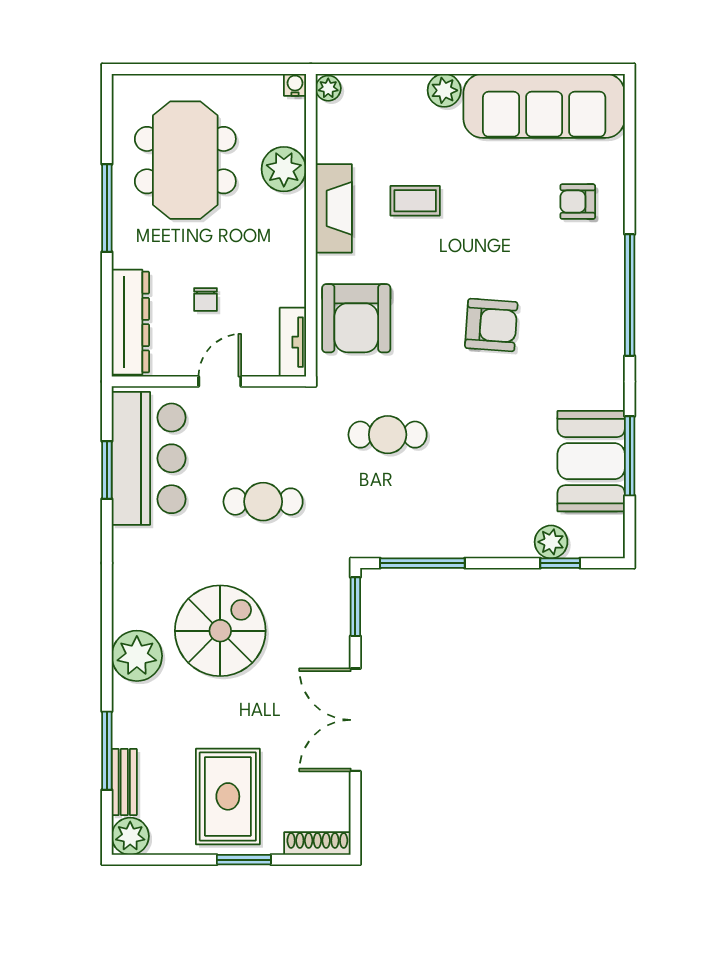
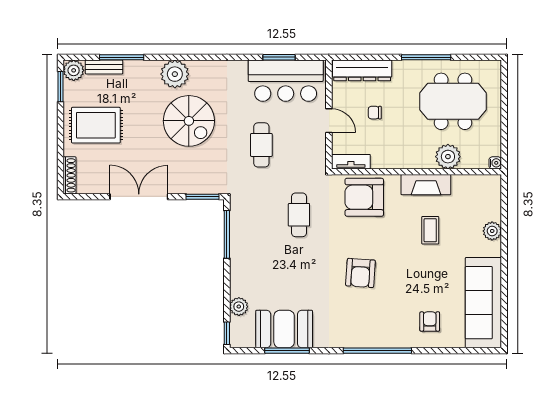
plant: (328, 88) -> (493, 182), removed
plant: (444, 90) -> (492, 231), moved
window: (560, 563) -> (227, 333), moved
window: (244, 860) -> (60, 87), moved

